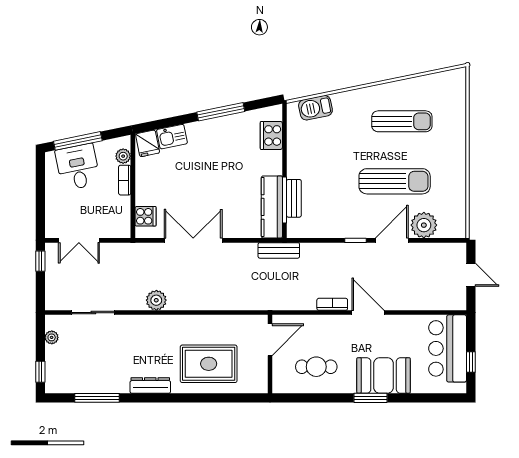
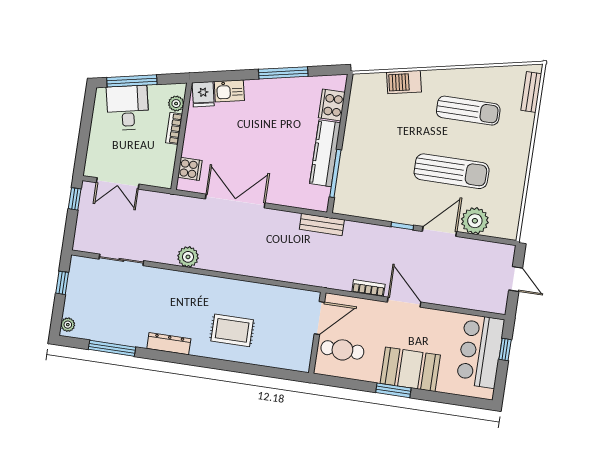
barbecue: (315, 108) -> (404, 82), moved
bench: (294, 198) -> (531, 92), moved
kitchen counter: (272, 207) -> (325, 153), moved
plant: (52, 337) -> (68, 325), moved
door: (270, 340) -> (319, 318), moved
wall: (270, 354) -> (317, 333), moved
window: (471, 362) -> (505, 349), moved
rug: (209, 364) -> (232, 330), width x0.73, depth x0.70
window: (40, 372) -> (62, 283), moved

